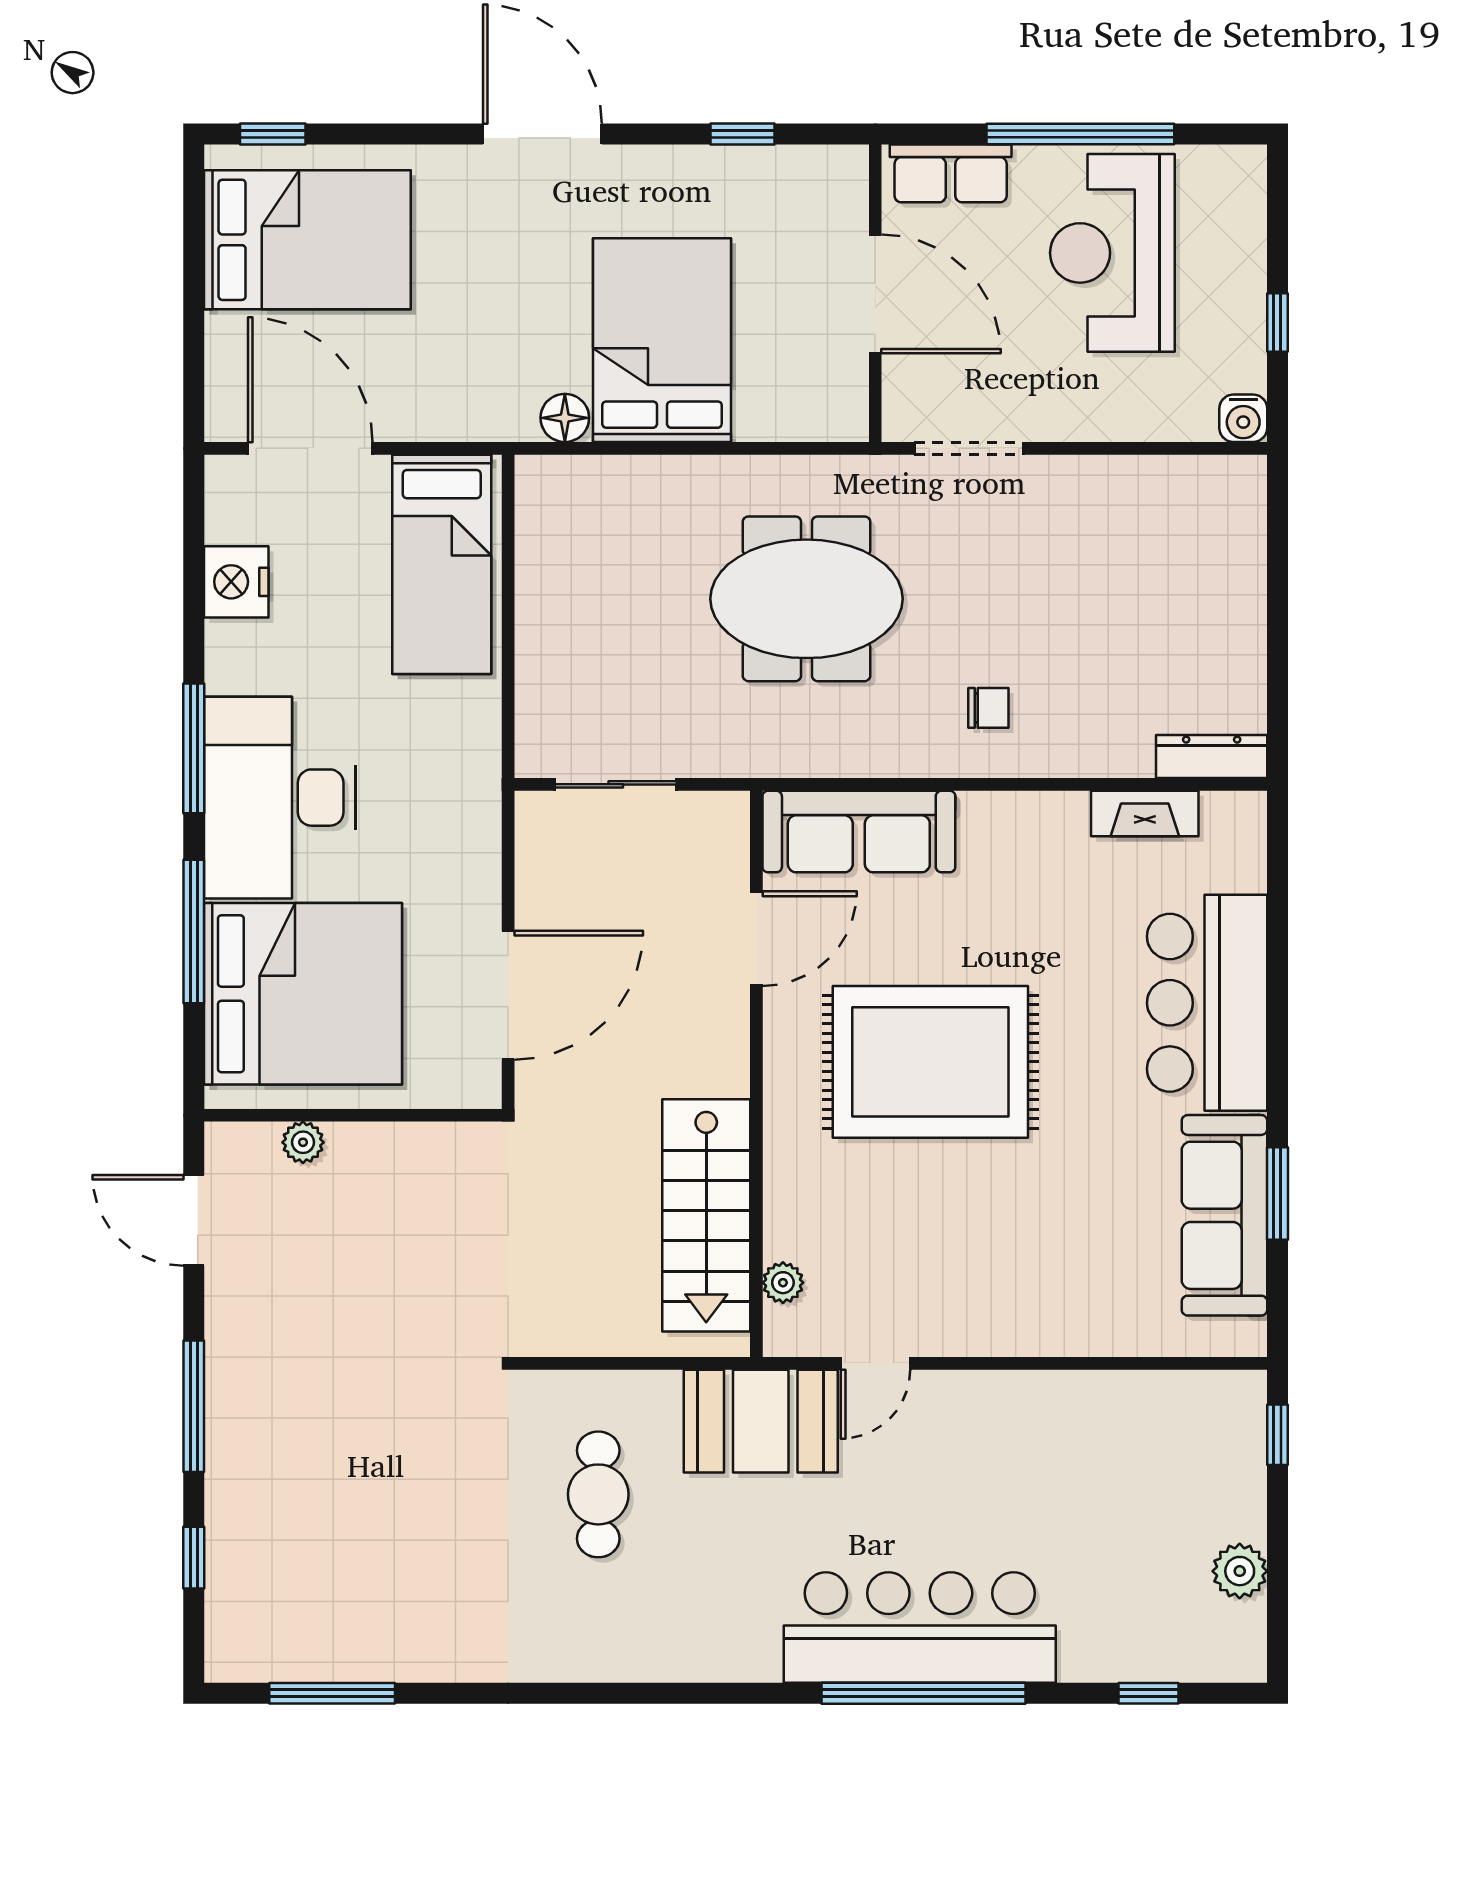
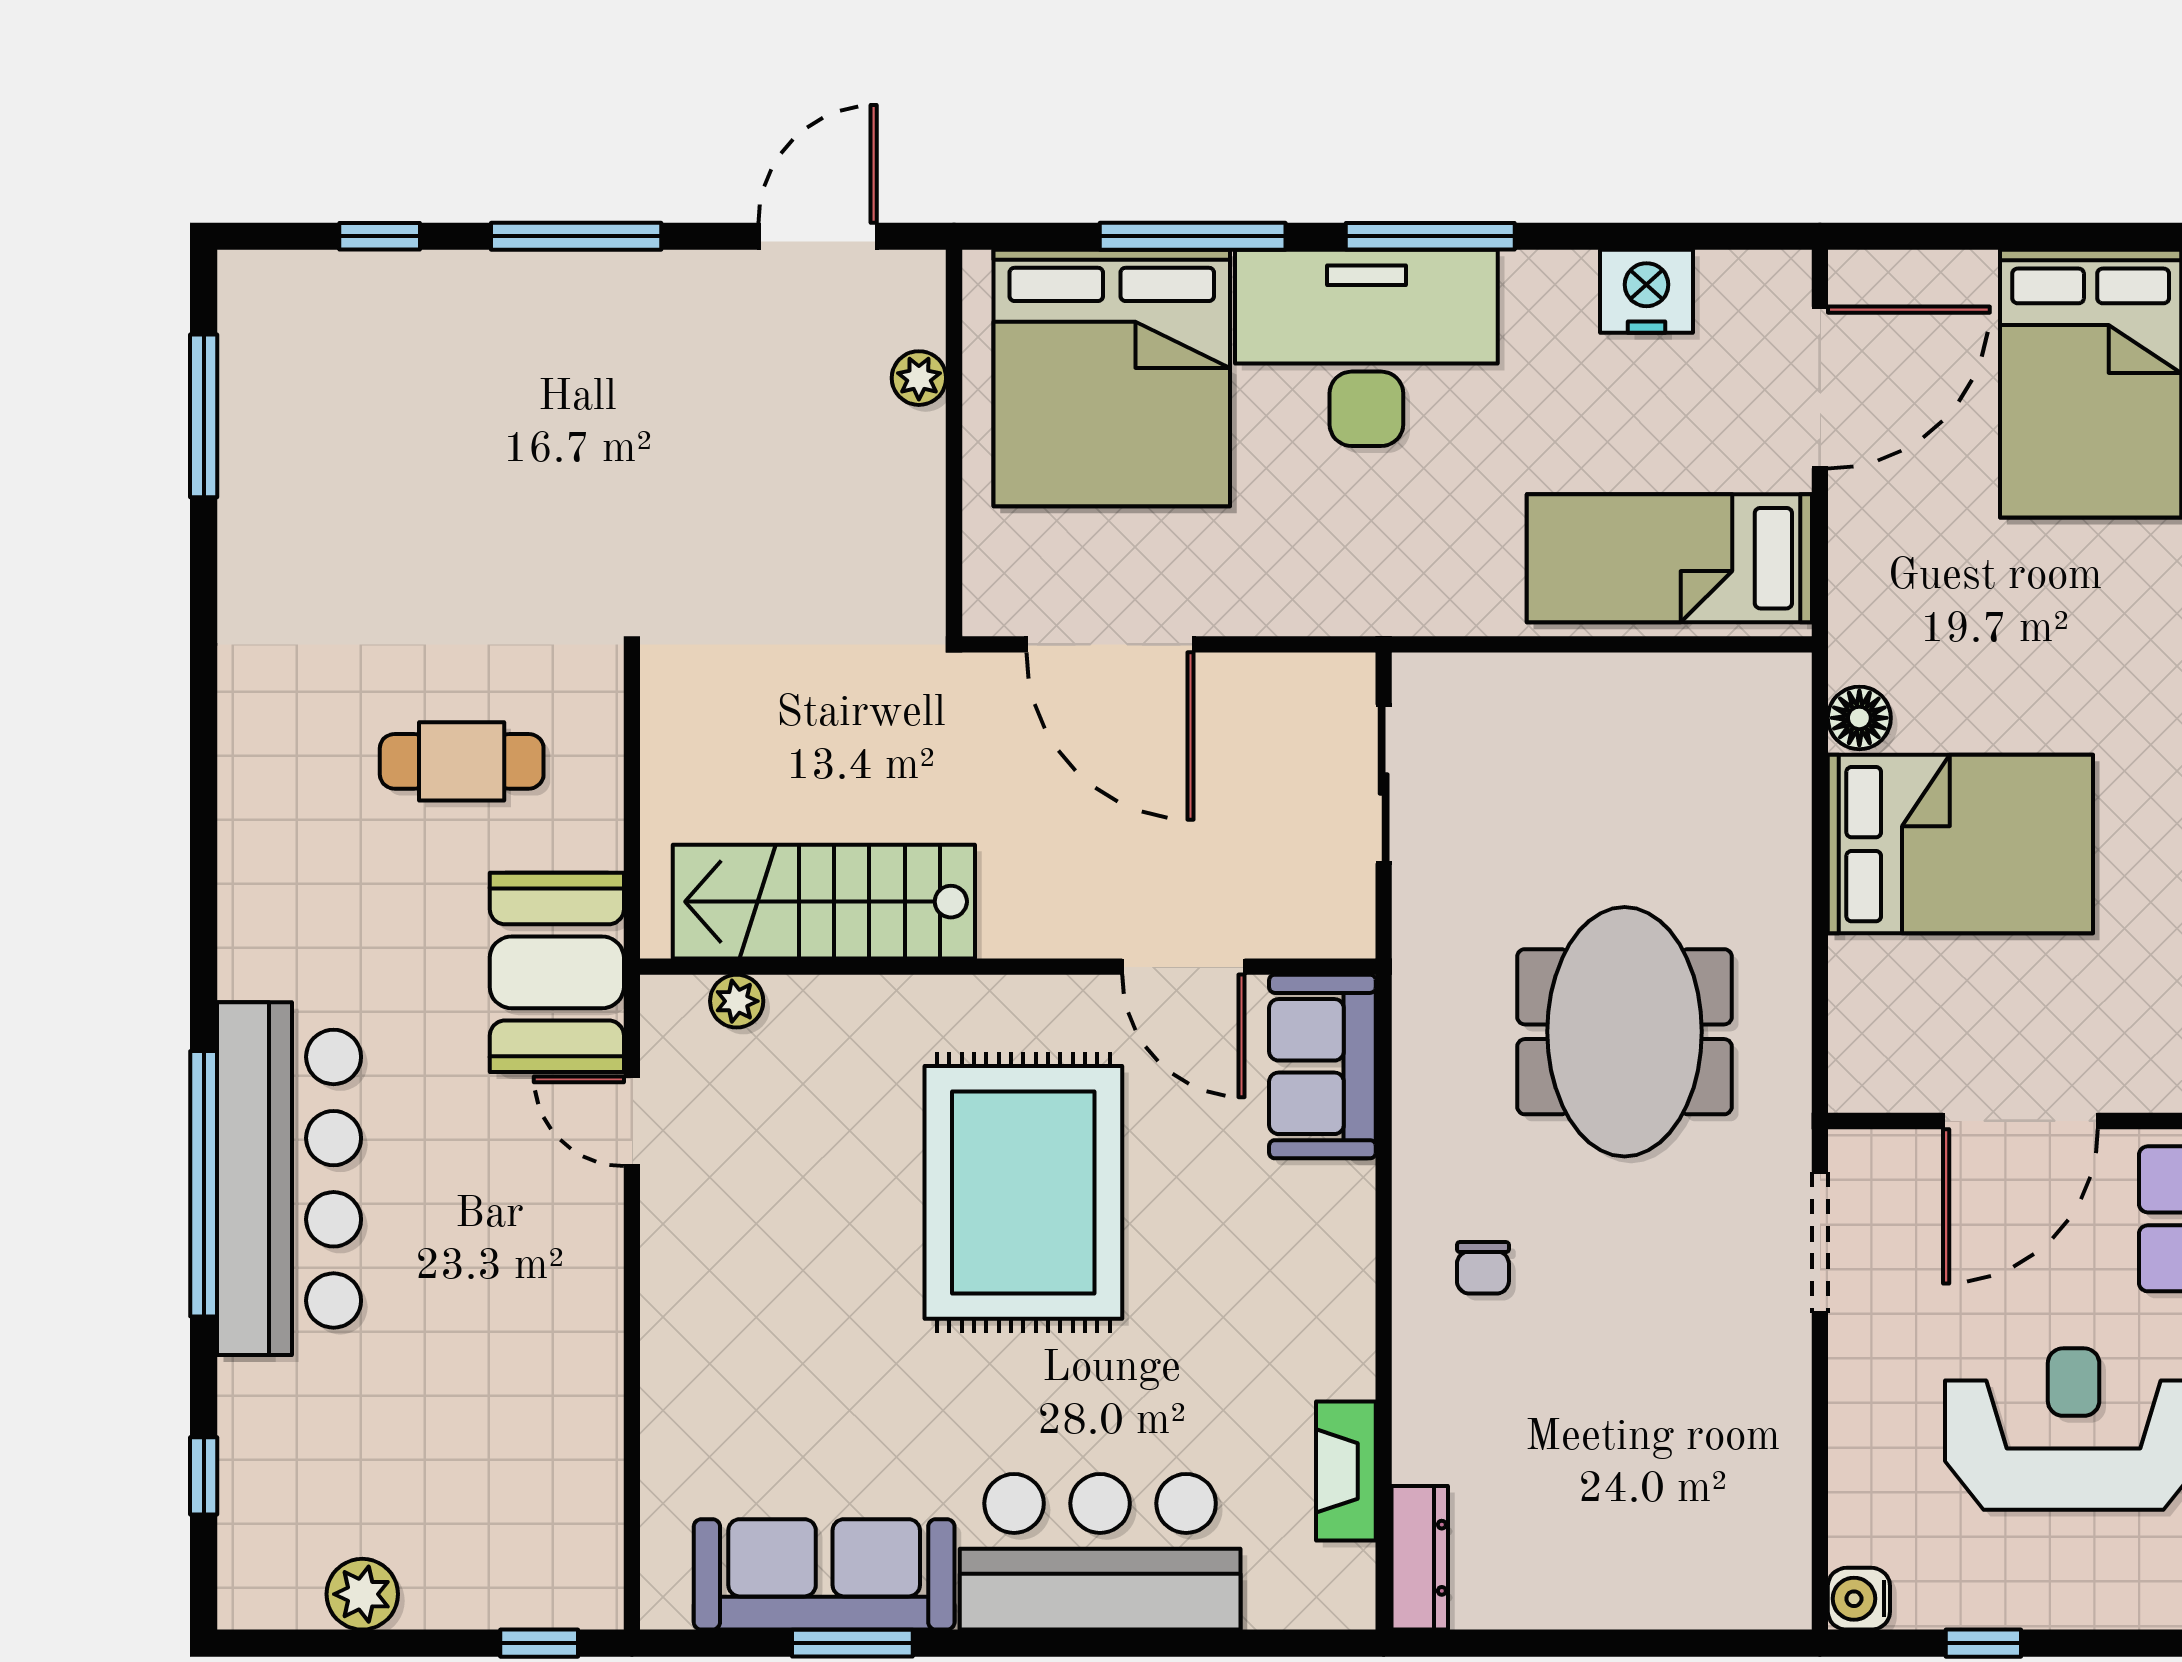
sofa: (859, 832) -> (1322, 1067), width x0.73

